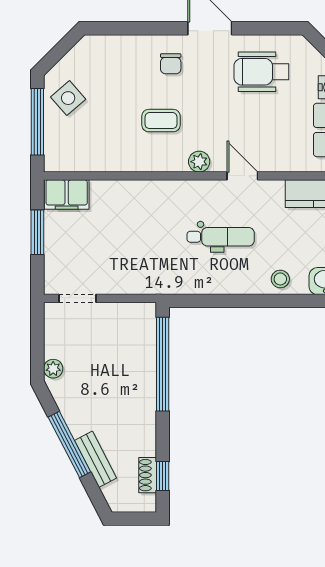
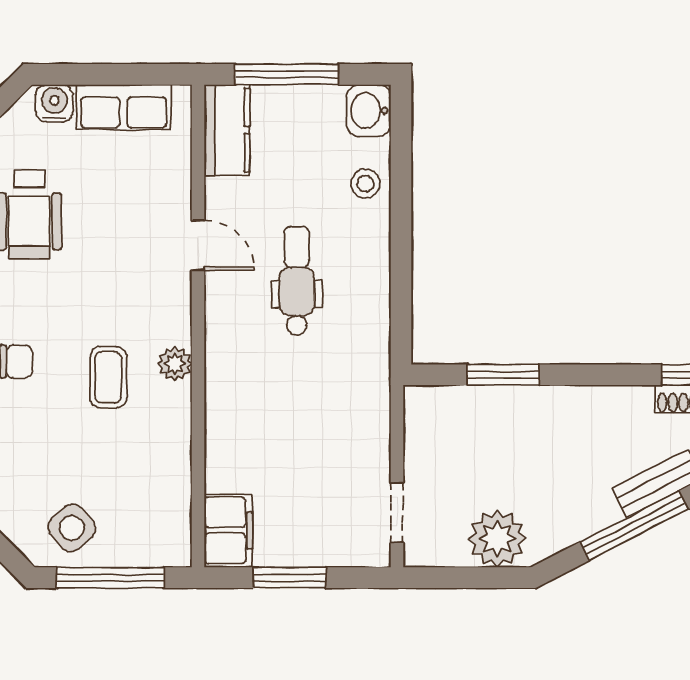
plant: (199, 162) -> (175, 364), moved
door: (242, 176) -> (198, 245), swing flipped
window: (163, 364) -> (503, 375), width x0.47
plant: (53, 369) -> (497, 539), width x1.88, depth x1.88

